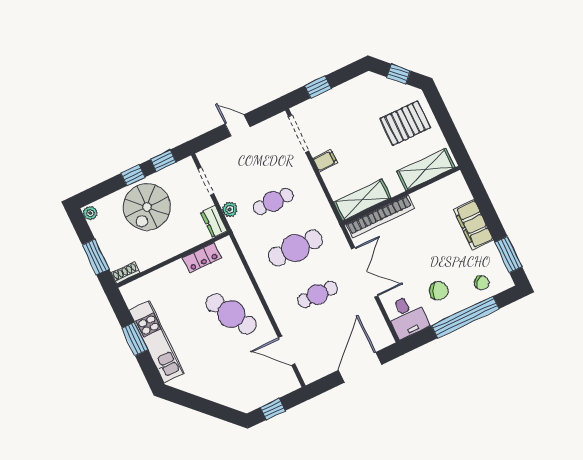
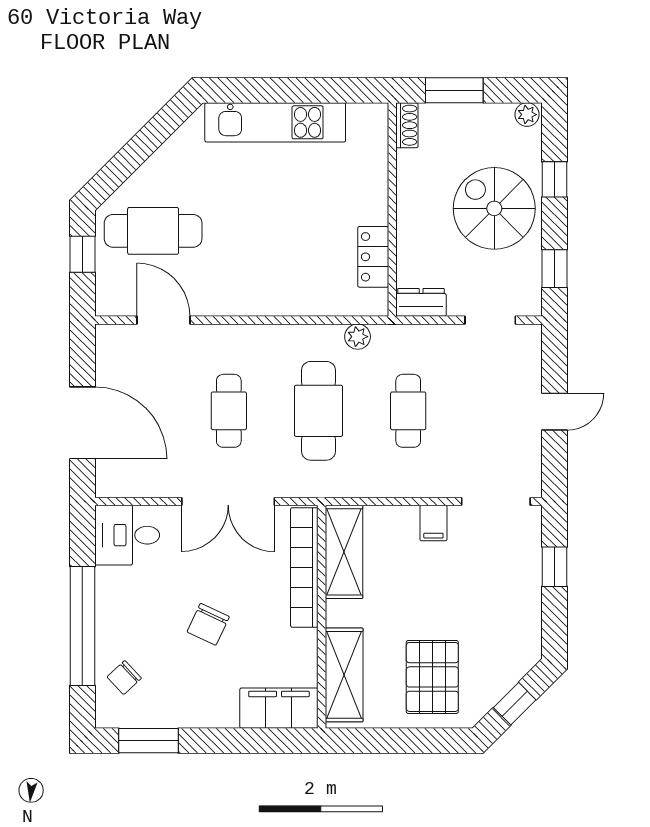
window: (133, 175) -> (555, 179), moved
plant: (230, 209) -> (358, 337), moved
filing cabinet: (473, 225) -> (279, 708), moved
chair: (439, 291) -> (208, 624), moved
cafe table: (231, 314) -> (153, 231), moved, turned 30
window: (135, 339) -> (296, 90), removed
door: (287, 351) -> (163, 320), hinge flipped

